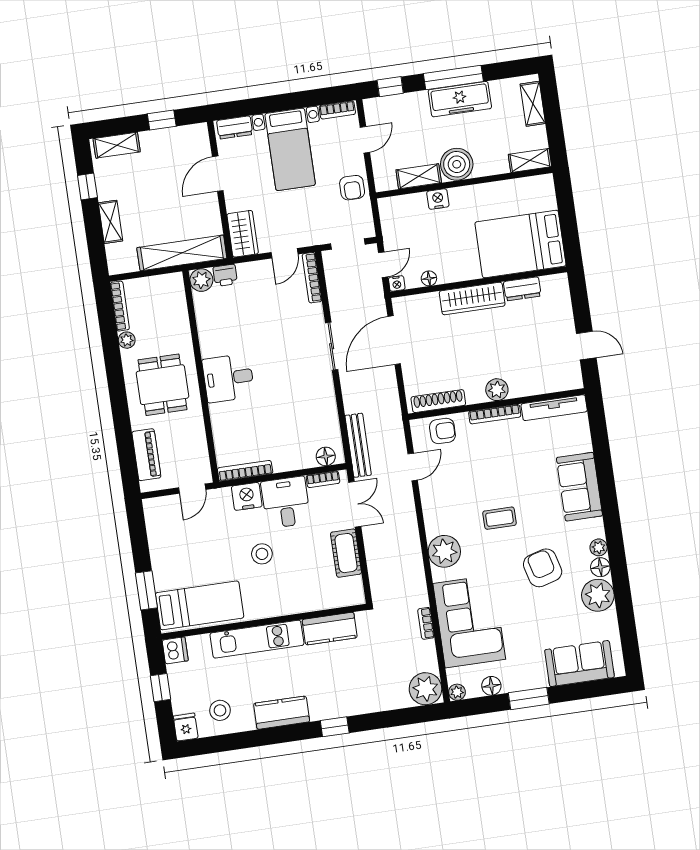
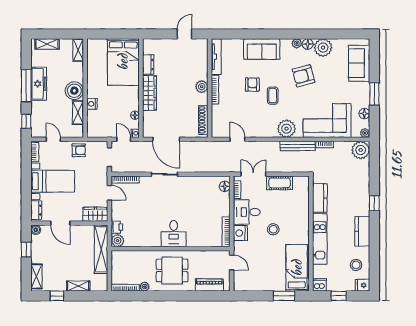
boiler: (200, 132) -> (36, 230), added
armchair: (442, 431) -> (252, 84), moved
bench: (358, 445) -> (298, 146), moved

